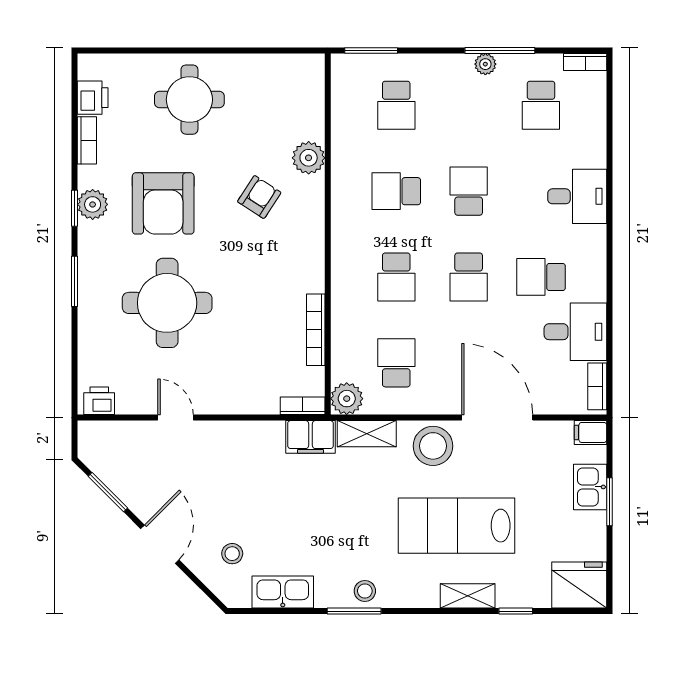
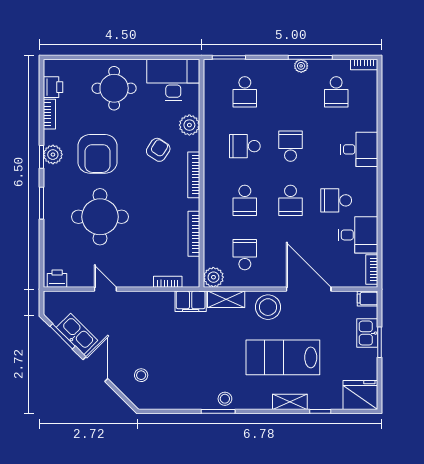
desk: (283, 86) -> (173, 80), added
bookcase: (316, 236) -> (194, 175), added
bookcase: (303, 406) -> (168, 282), moved
kitchen sink: (283, 592) -> (77, 334), moved, turned 45

